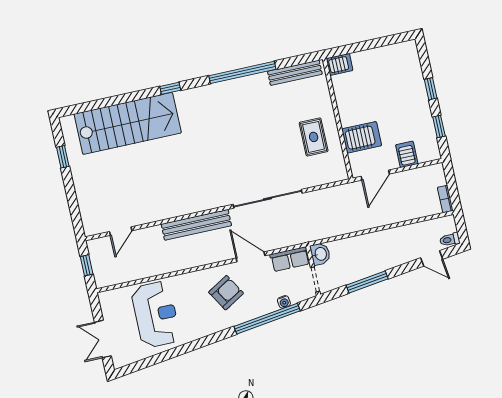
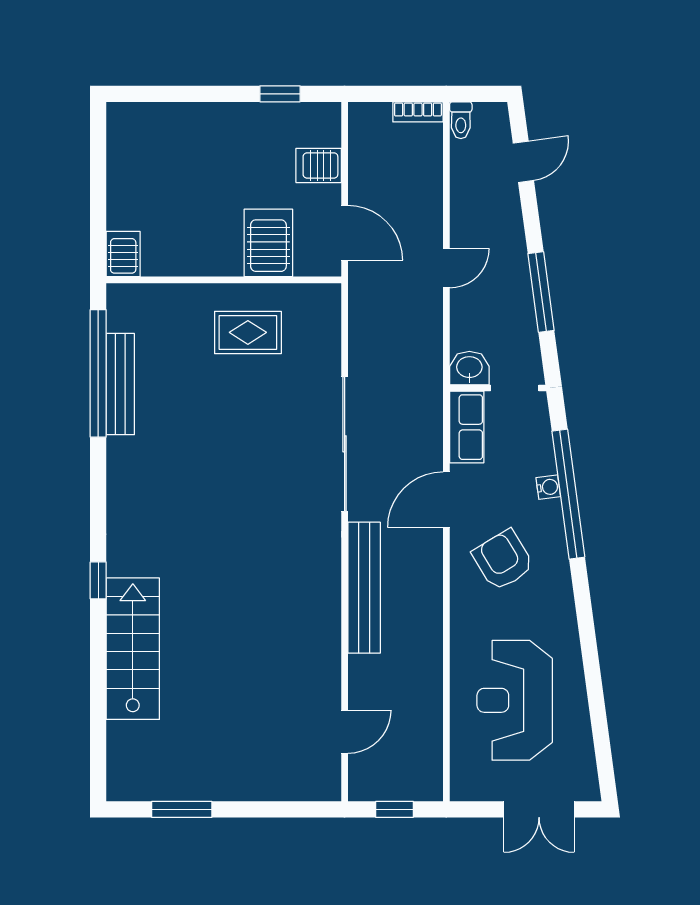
window: (242, 72) -> (98, 373), moved
bench: (295, 73) -> (120, 384), moved
window: (431, 89) -> (206, 94), removed
stairs: (128, 123) -> (133, 649), width x0.73, depth x0.66
window: (63, 157) -> (182, 809), width x1.50
door: (121, 231) -> (345, 732), hinge flipped
door: (369, 231) -> (446, 268), added
toilet: (450, 240) -> (461, 120), moved
water cooler: (284, 302) -> (548, 487), moved
reception desk: (156, 314) -> (515, 700), turned -90

